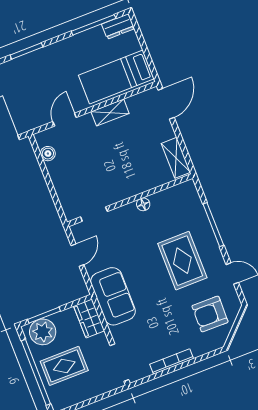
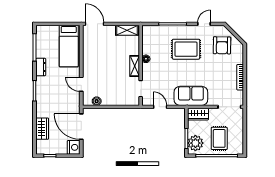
dresser: (118, 26) -> (41, 67), moved
shelving: (110, 113) -> (135, 66), moved

